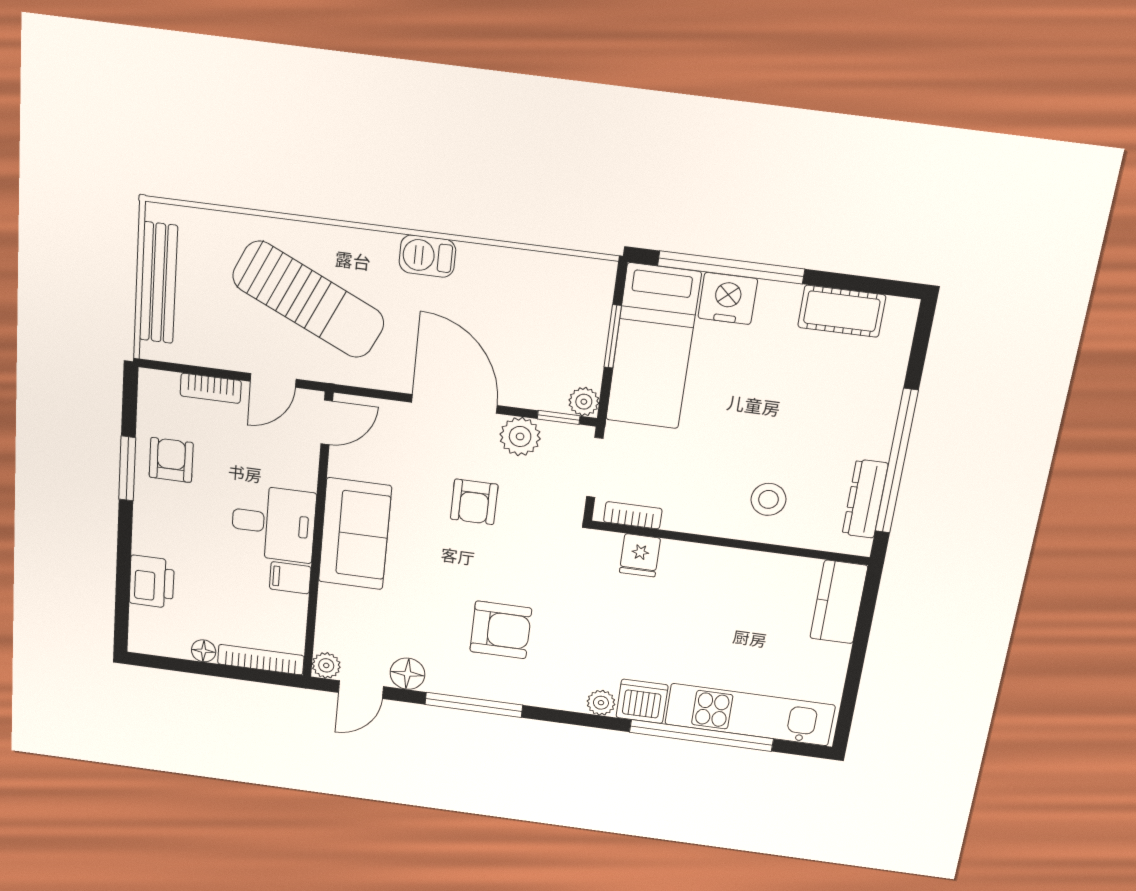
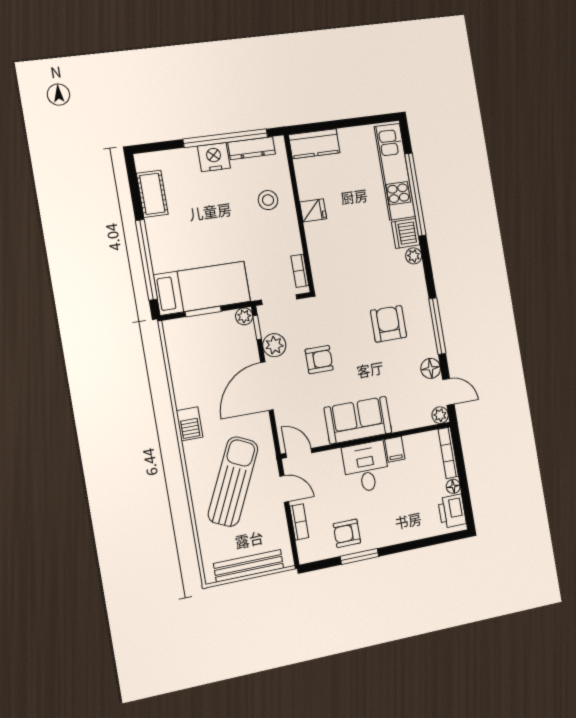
nightstand: (728, 298) -> (214, 157), moved, turned 90
fridge: (640, 555) -> (313, 210), moved
printer: (152, 582) -> (452, 511), moved, turned -90

